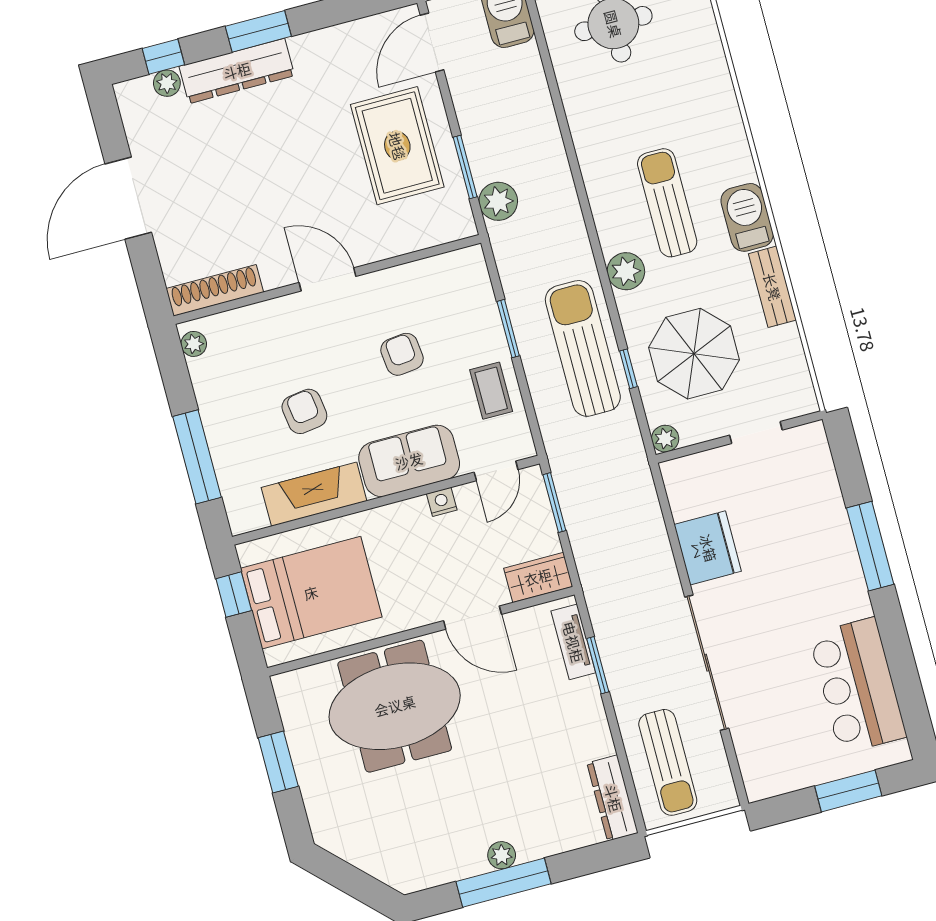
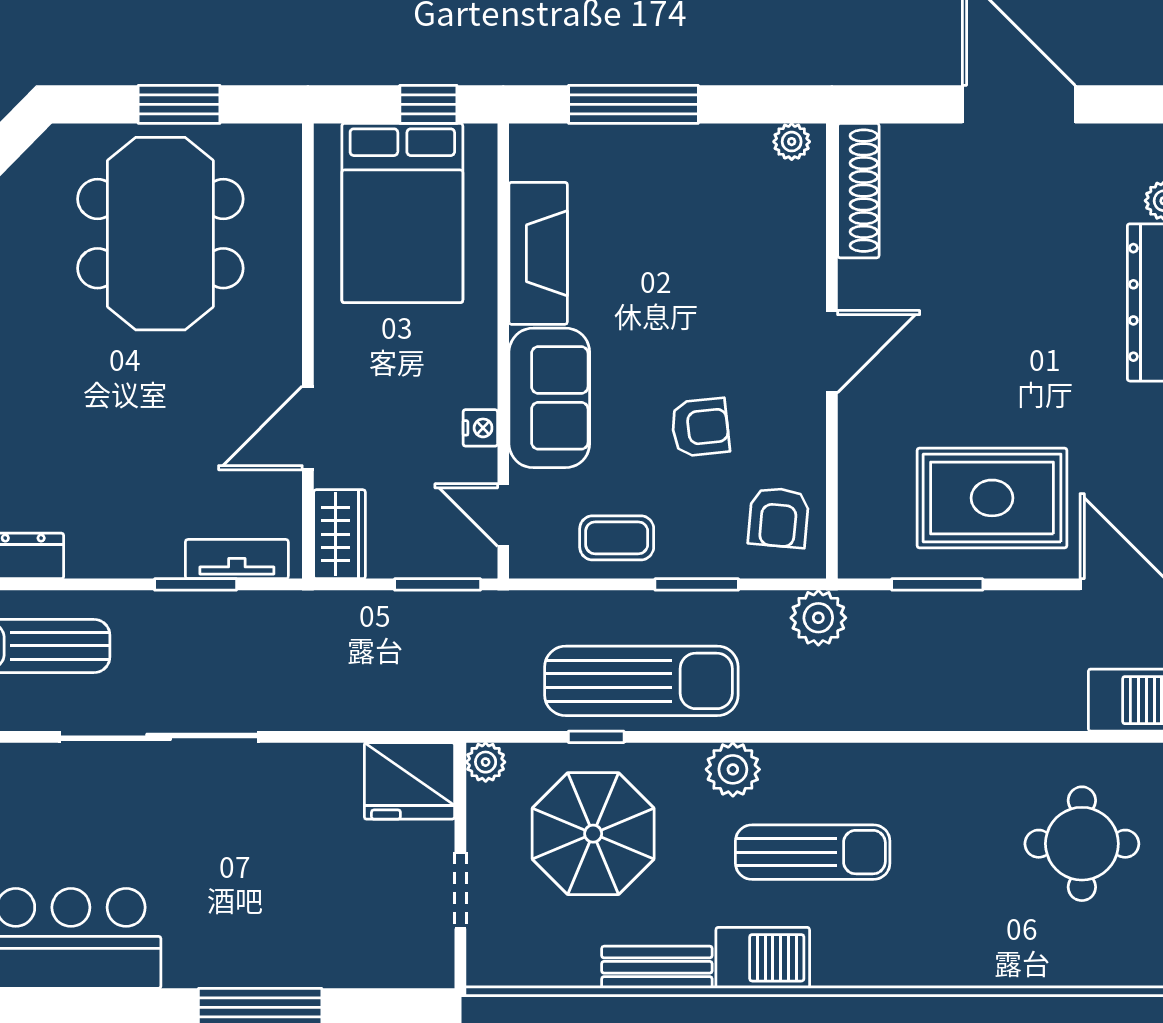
plant: (498, 201) -> (818, 618), moved
armchair: (304, 411) -> (779, 517), moved, turned 103
fridge: (708, 548) -> (409, 781), moved
meeting table: (395, 706) -> (160, 234), moved

